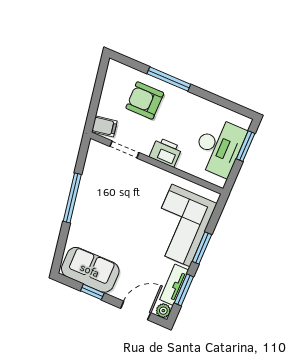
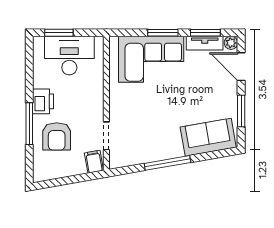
printer: (166, 152) -> (43, 101), moved, turned 180
sofa: (90, 270) -> (208, 137), moved, turned 80
window: (92, 292) -> (241, 111), width x1.50

